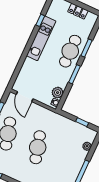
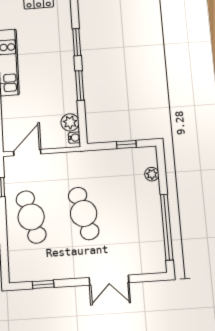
cafe table: (70, 51) -> (57, 58), removed
door: (25, 97) -> (27, 153), swing flipped

